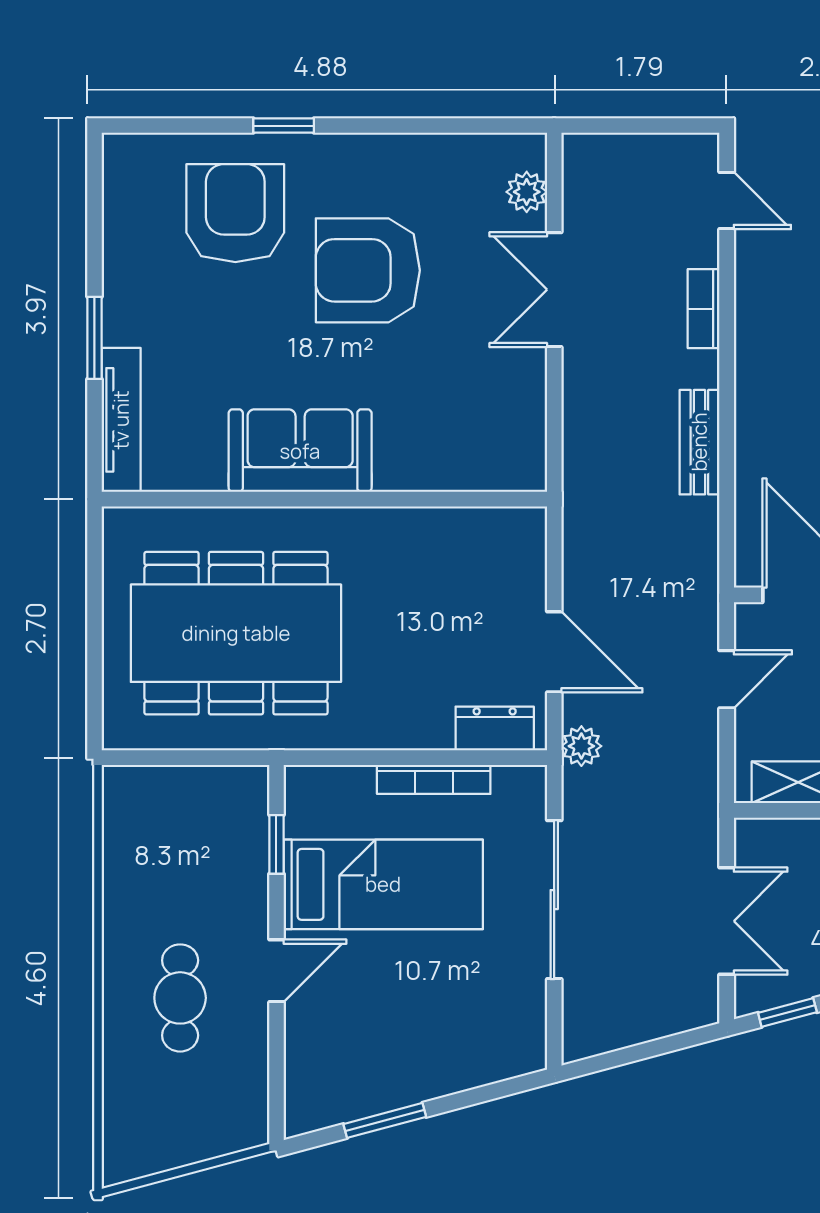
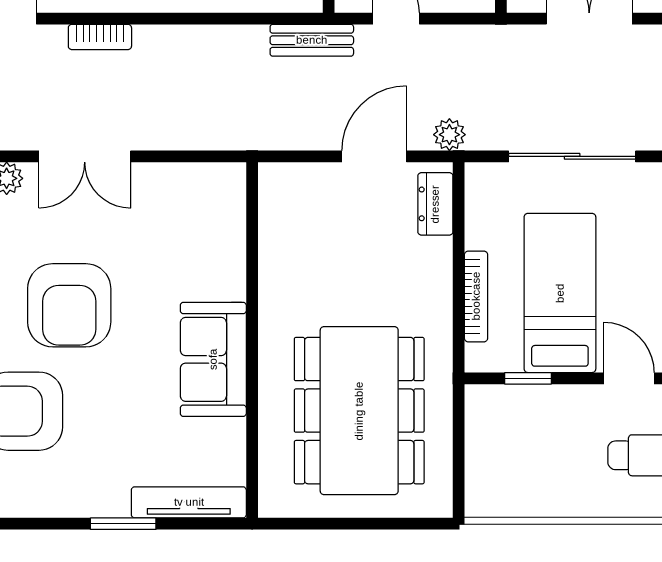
bench: (699, 442) -> (312, 40), moved
bookcase: (434, 779) -> (476, 296), moved

